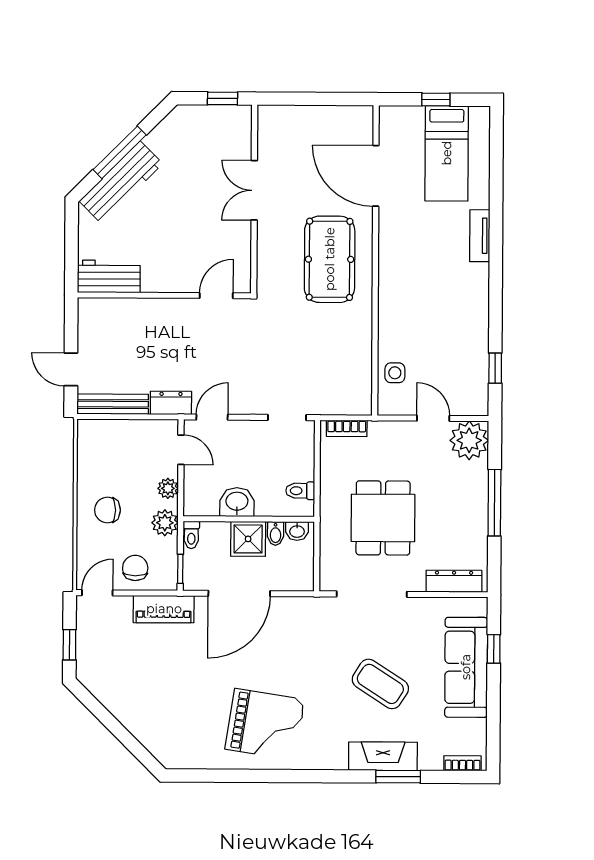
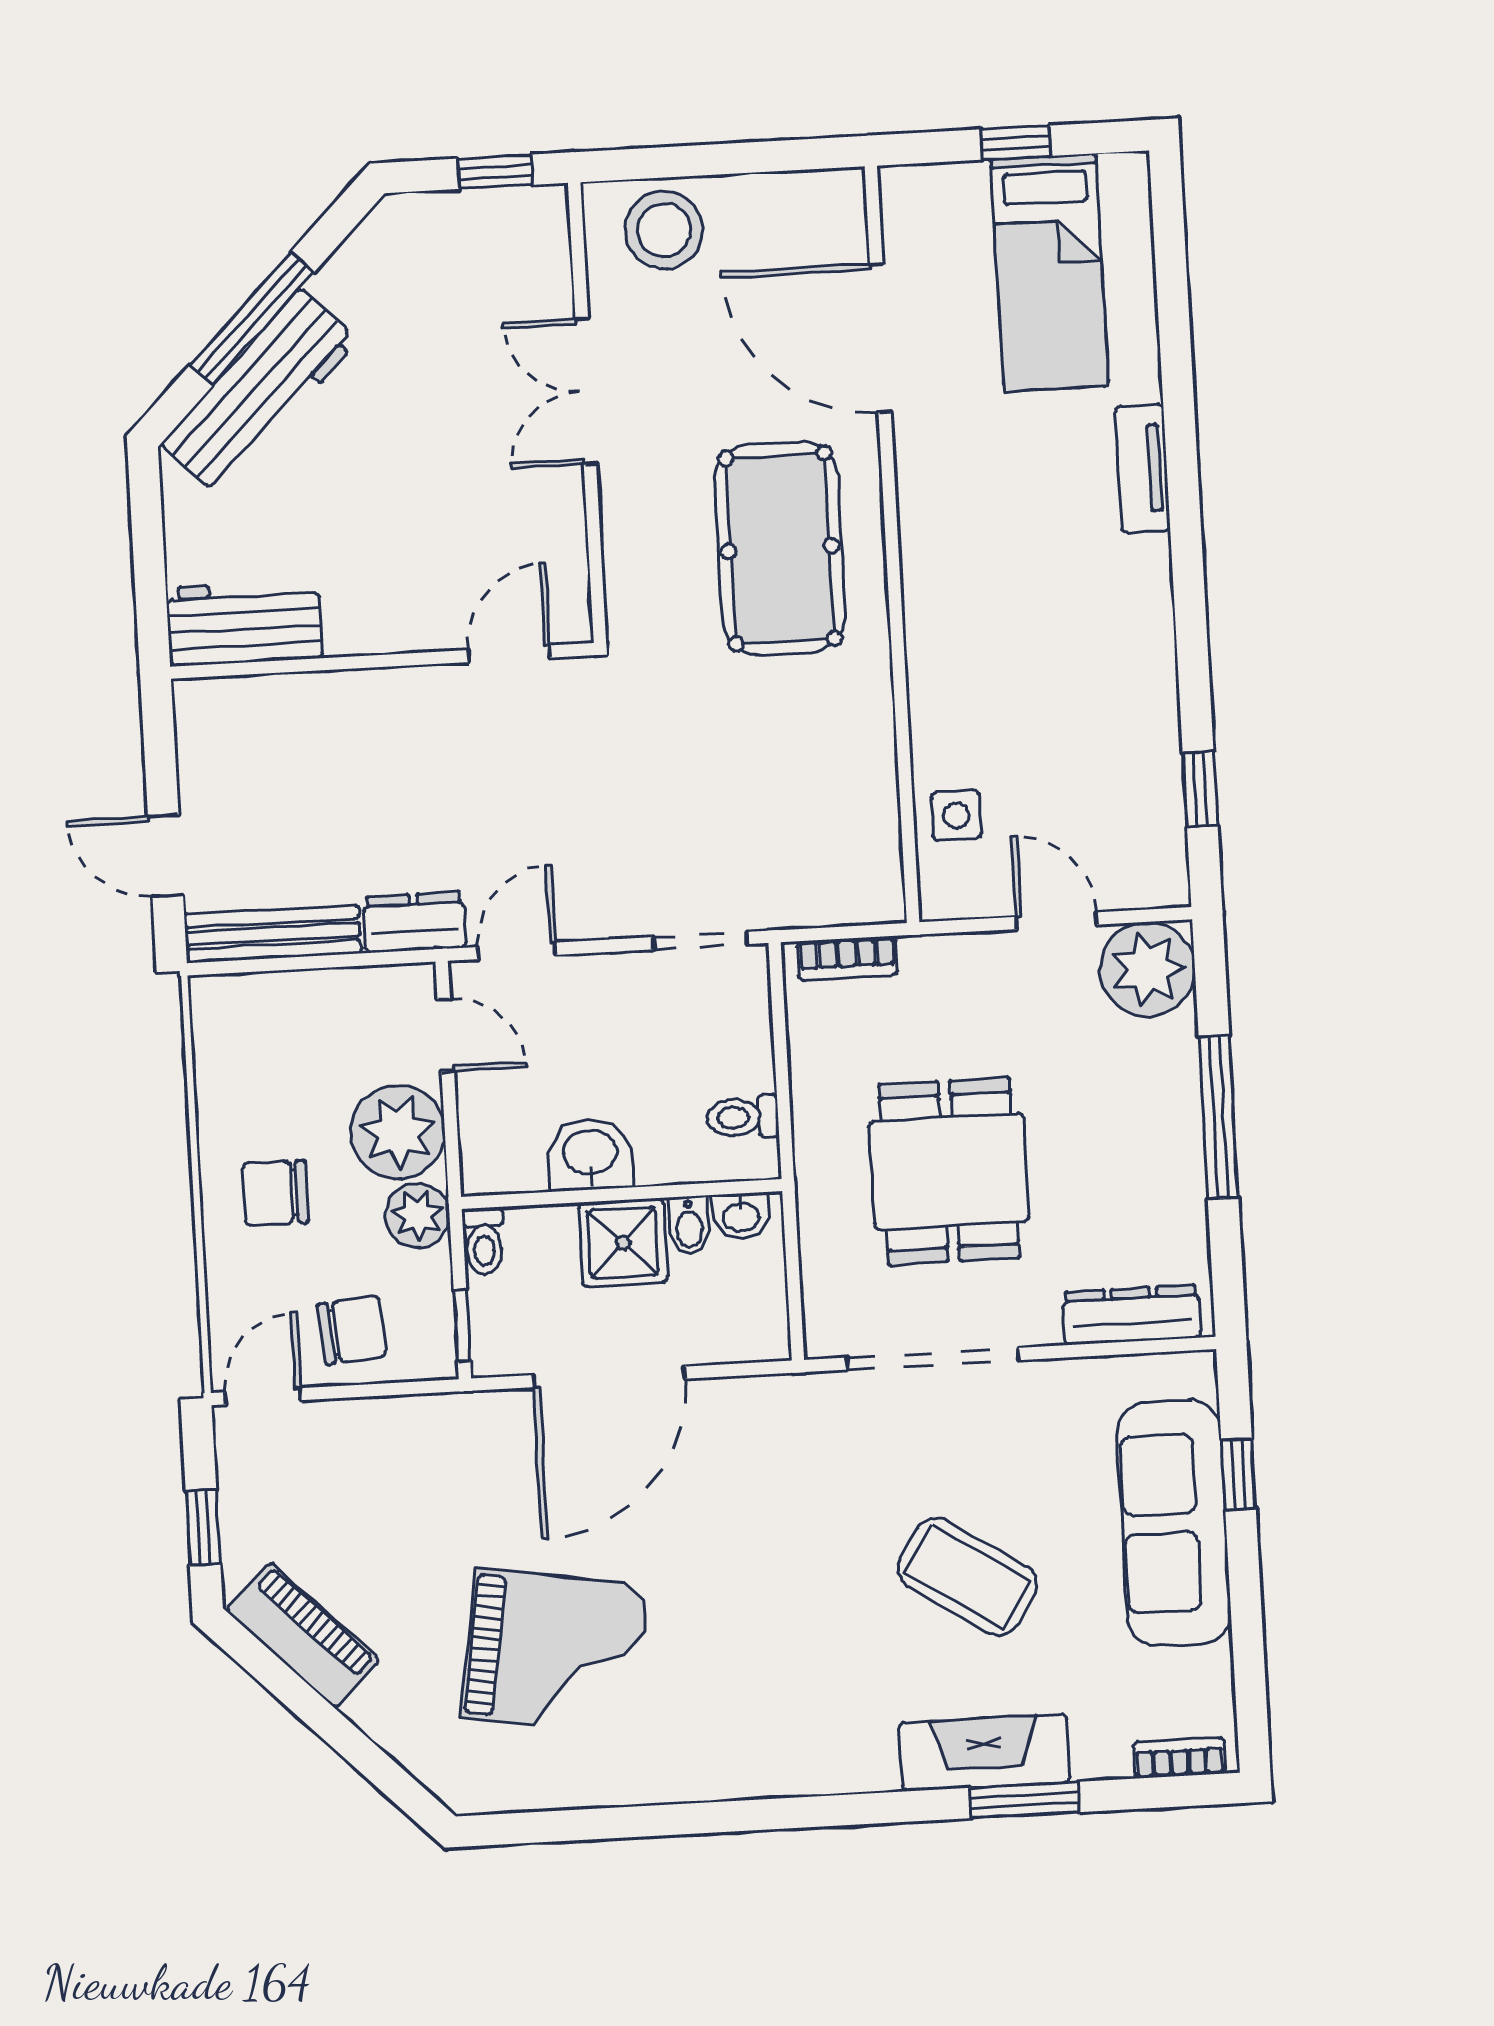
stool: (290, 126) -> (664, 230), added
plant: (168, 488) -> (398, 1132), width x1.88, depth x1.88
chair: (135, 568) -> (352, 1330), turned 85
piano: (164, 609) -> (303, 1635), moved, turned -135
grand piano: (265, 724) -> (555, 1652), moved

